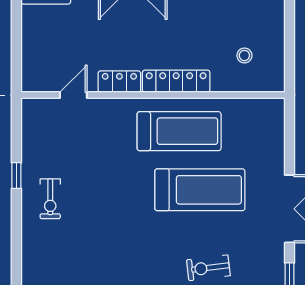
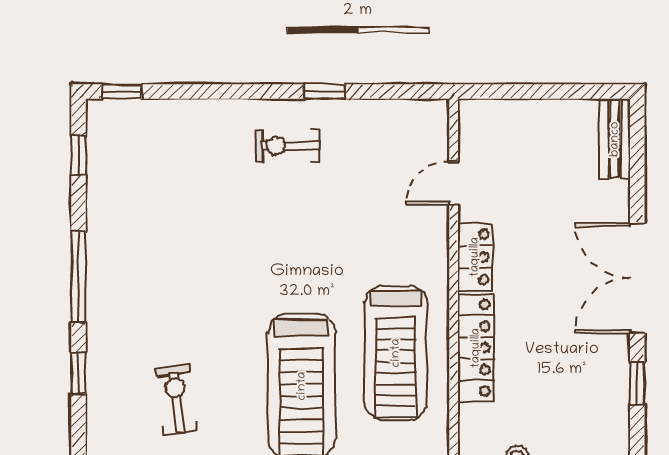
door: (73, 95) -> (454, 183), swing flipped

